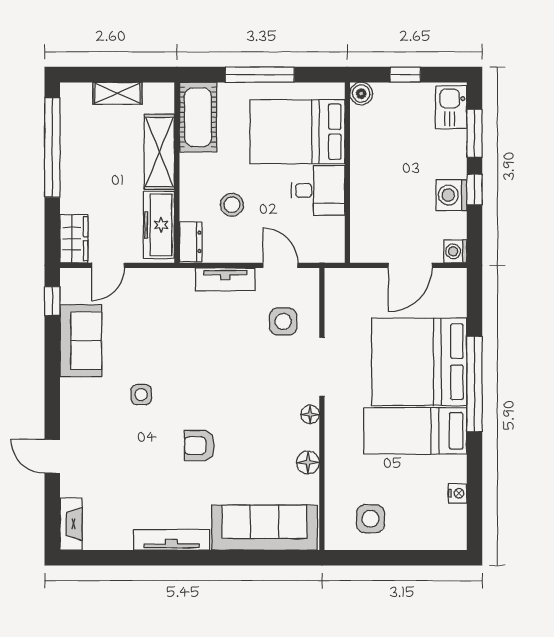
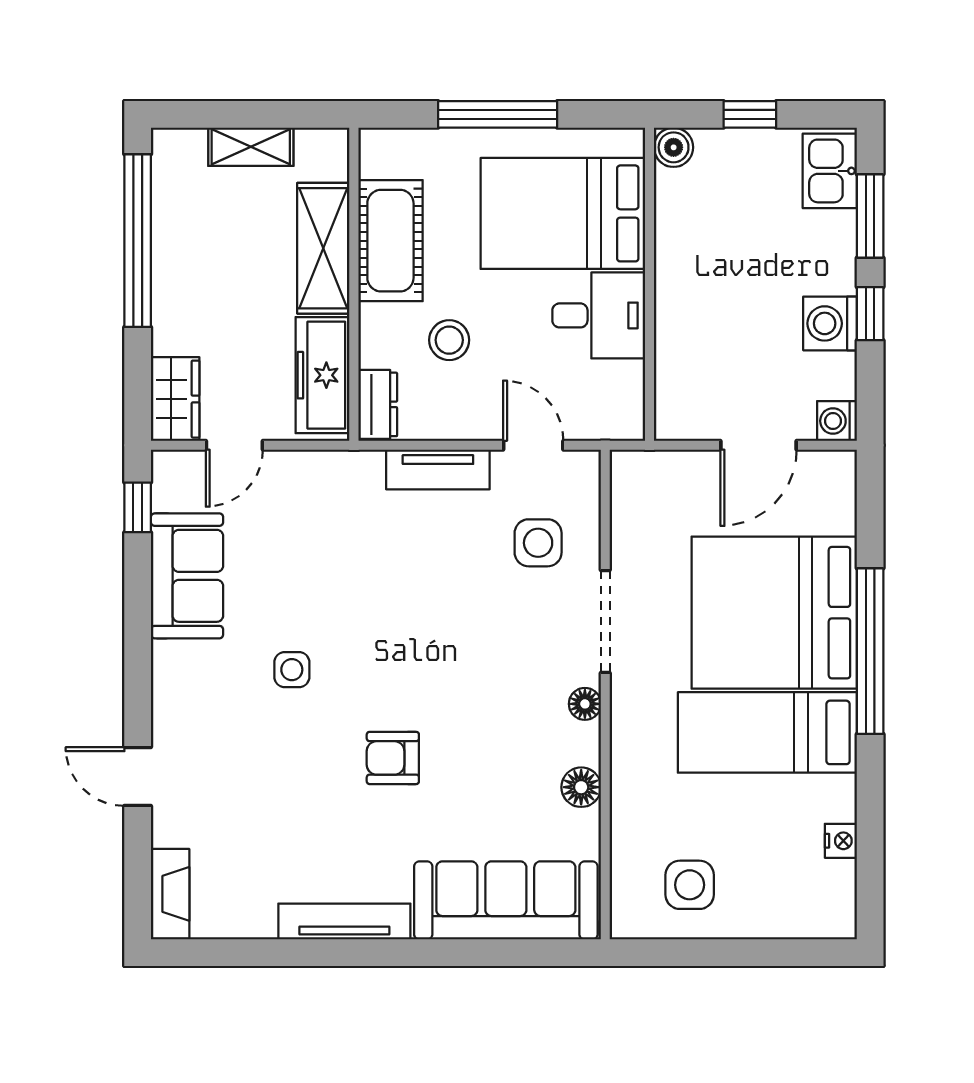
cot: (198, 117) -> (390, 241), moved

